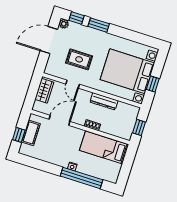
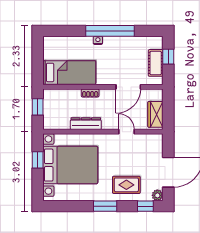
window: (99, 25) -> (105, 206), moved
rug: (79, 59) -> (126, 185), moved
window: (82, 178) -> (110, 31), moved

